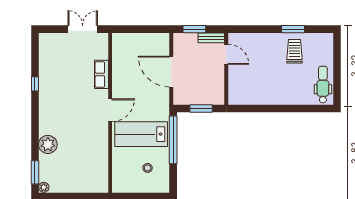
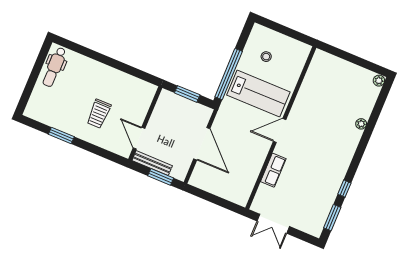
bench: (211, 38) -> (152, 163), width x1.36
trolley: (294, 51) -> (99, 114), moved
plant: (48, 144) -> (361, 124), width x0.53, depth x0.53
window: (35, 172) -> (332, 218), moved

